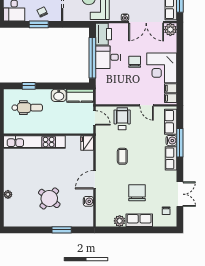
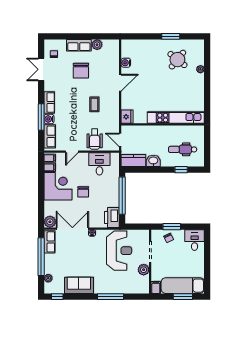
desk: (108, 57) -> (99, 164), moved, turned -90
door: (147, 105) -> (72, 152), swing flipped
round table: (49, 198) -> (177, 60), moved
window: (62, 230) -> (171, 36), moved

